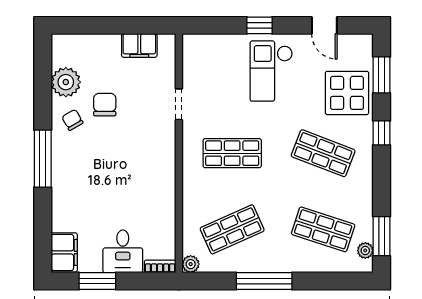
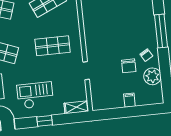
shelving: (202, 43) -> (76, 107), added
filing cabinet: (139, 45) -> (129, 100), moved, width x0.50
checkout: (271, 71) -> (35, 95), turned -90

